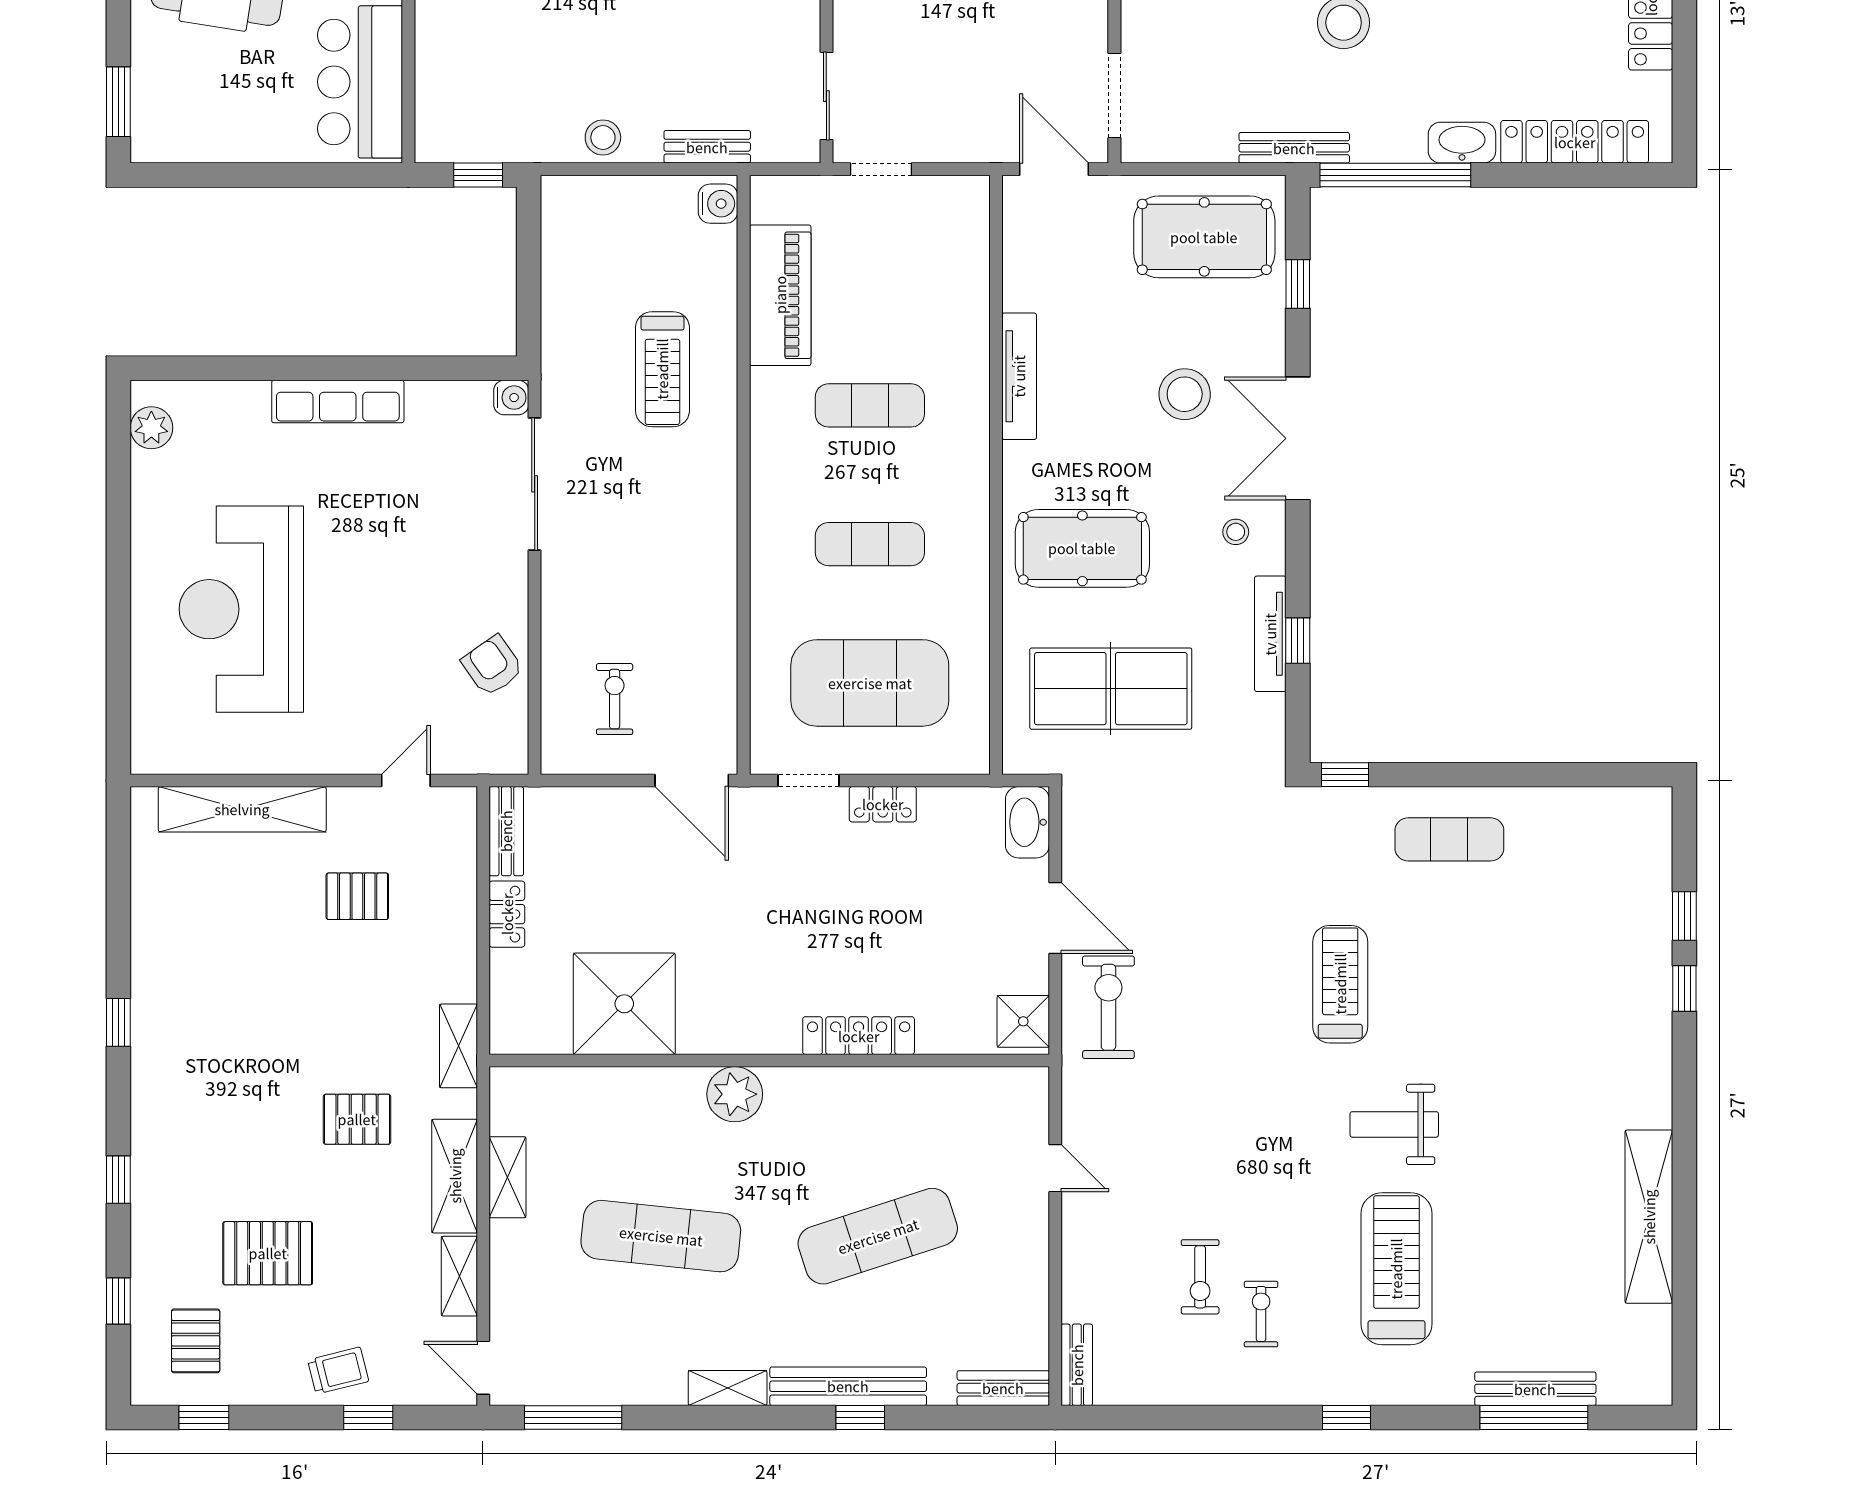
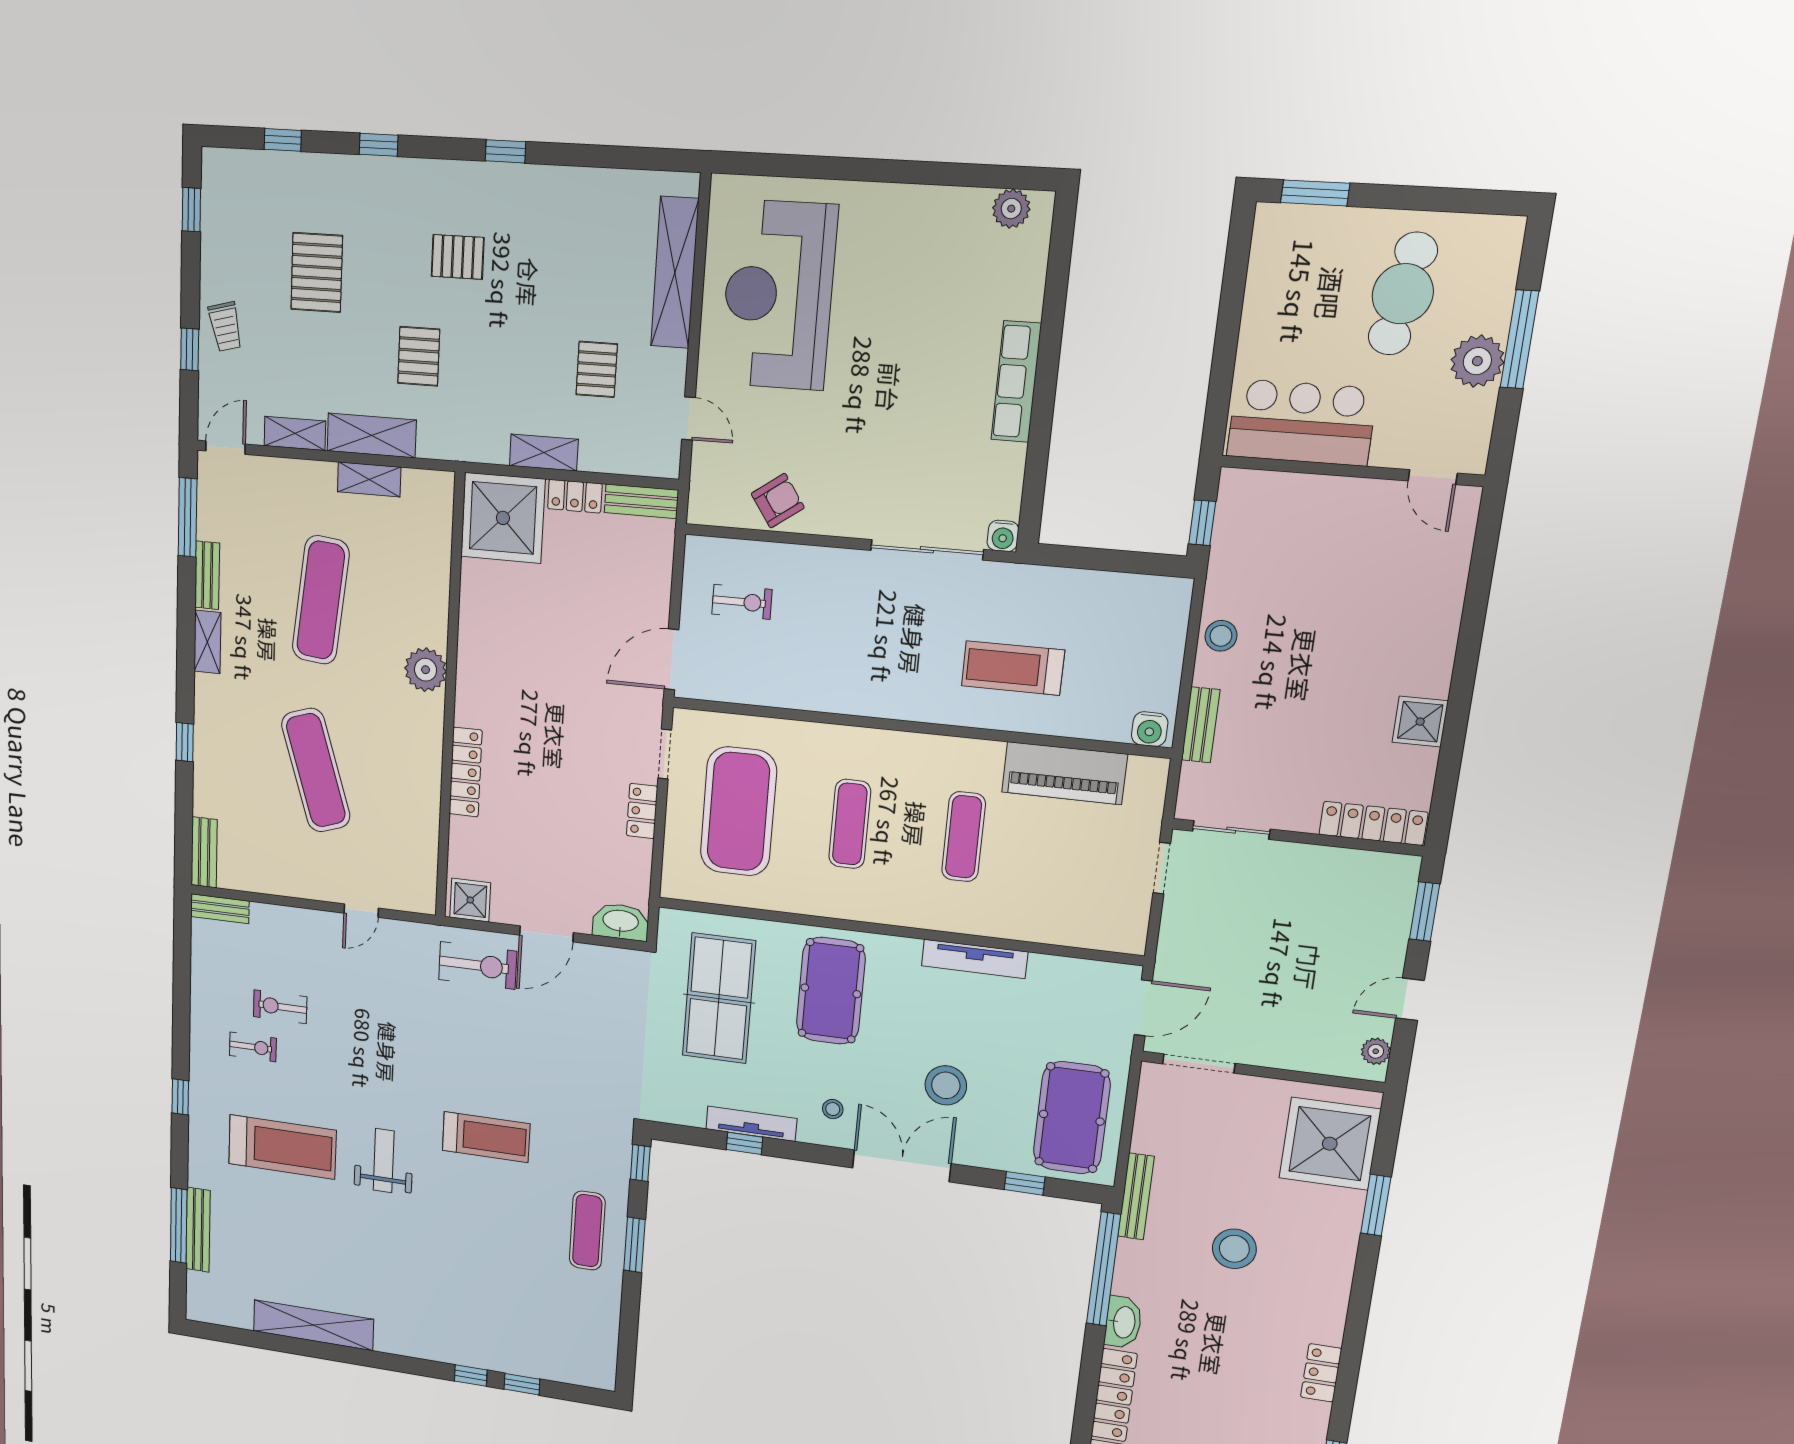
reception desk: (241, 609) -> (778, 295), moved, turned -90
window: (1459, 775) -> (634, 1245), added
shower: (624, 1004) -> (503, 518), moved
shelving: (458, 1046) -> (544, 453), moved
pallet: (196, 1341) -> (458, 257), moved
bench: (848, 1386) -> (207, 575), moved, width x0.54, depth x0.82

